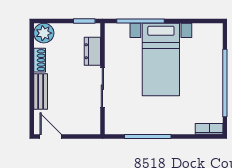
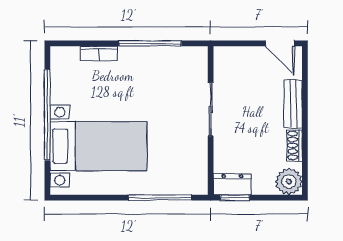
dresser: (92, 51) -> (232, 184), moved, turned -90
bed with nightstands: (161, 60) -> (99, 146), moved, turned 90
bookcase: (209, 129) -> (99, 54), moved

